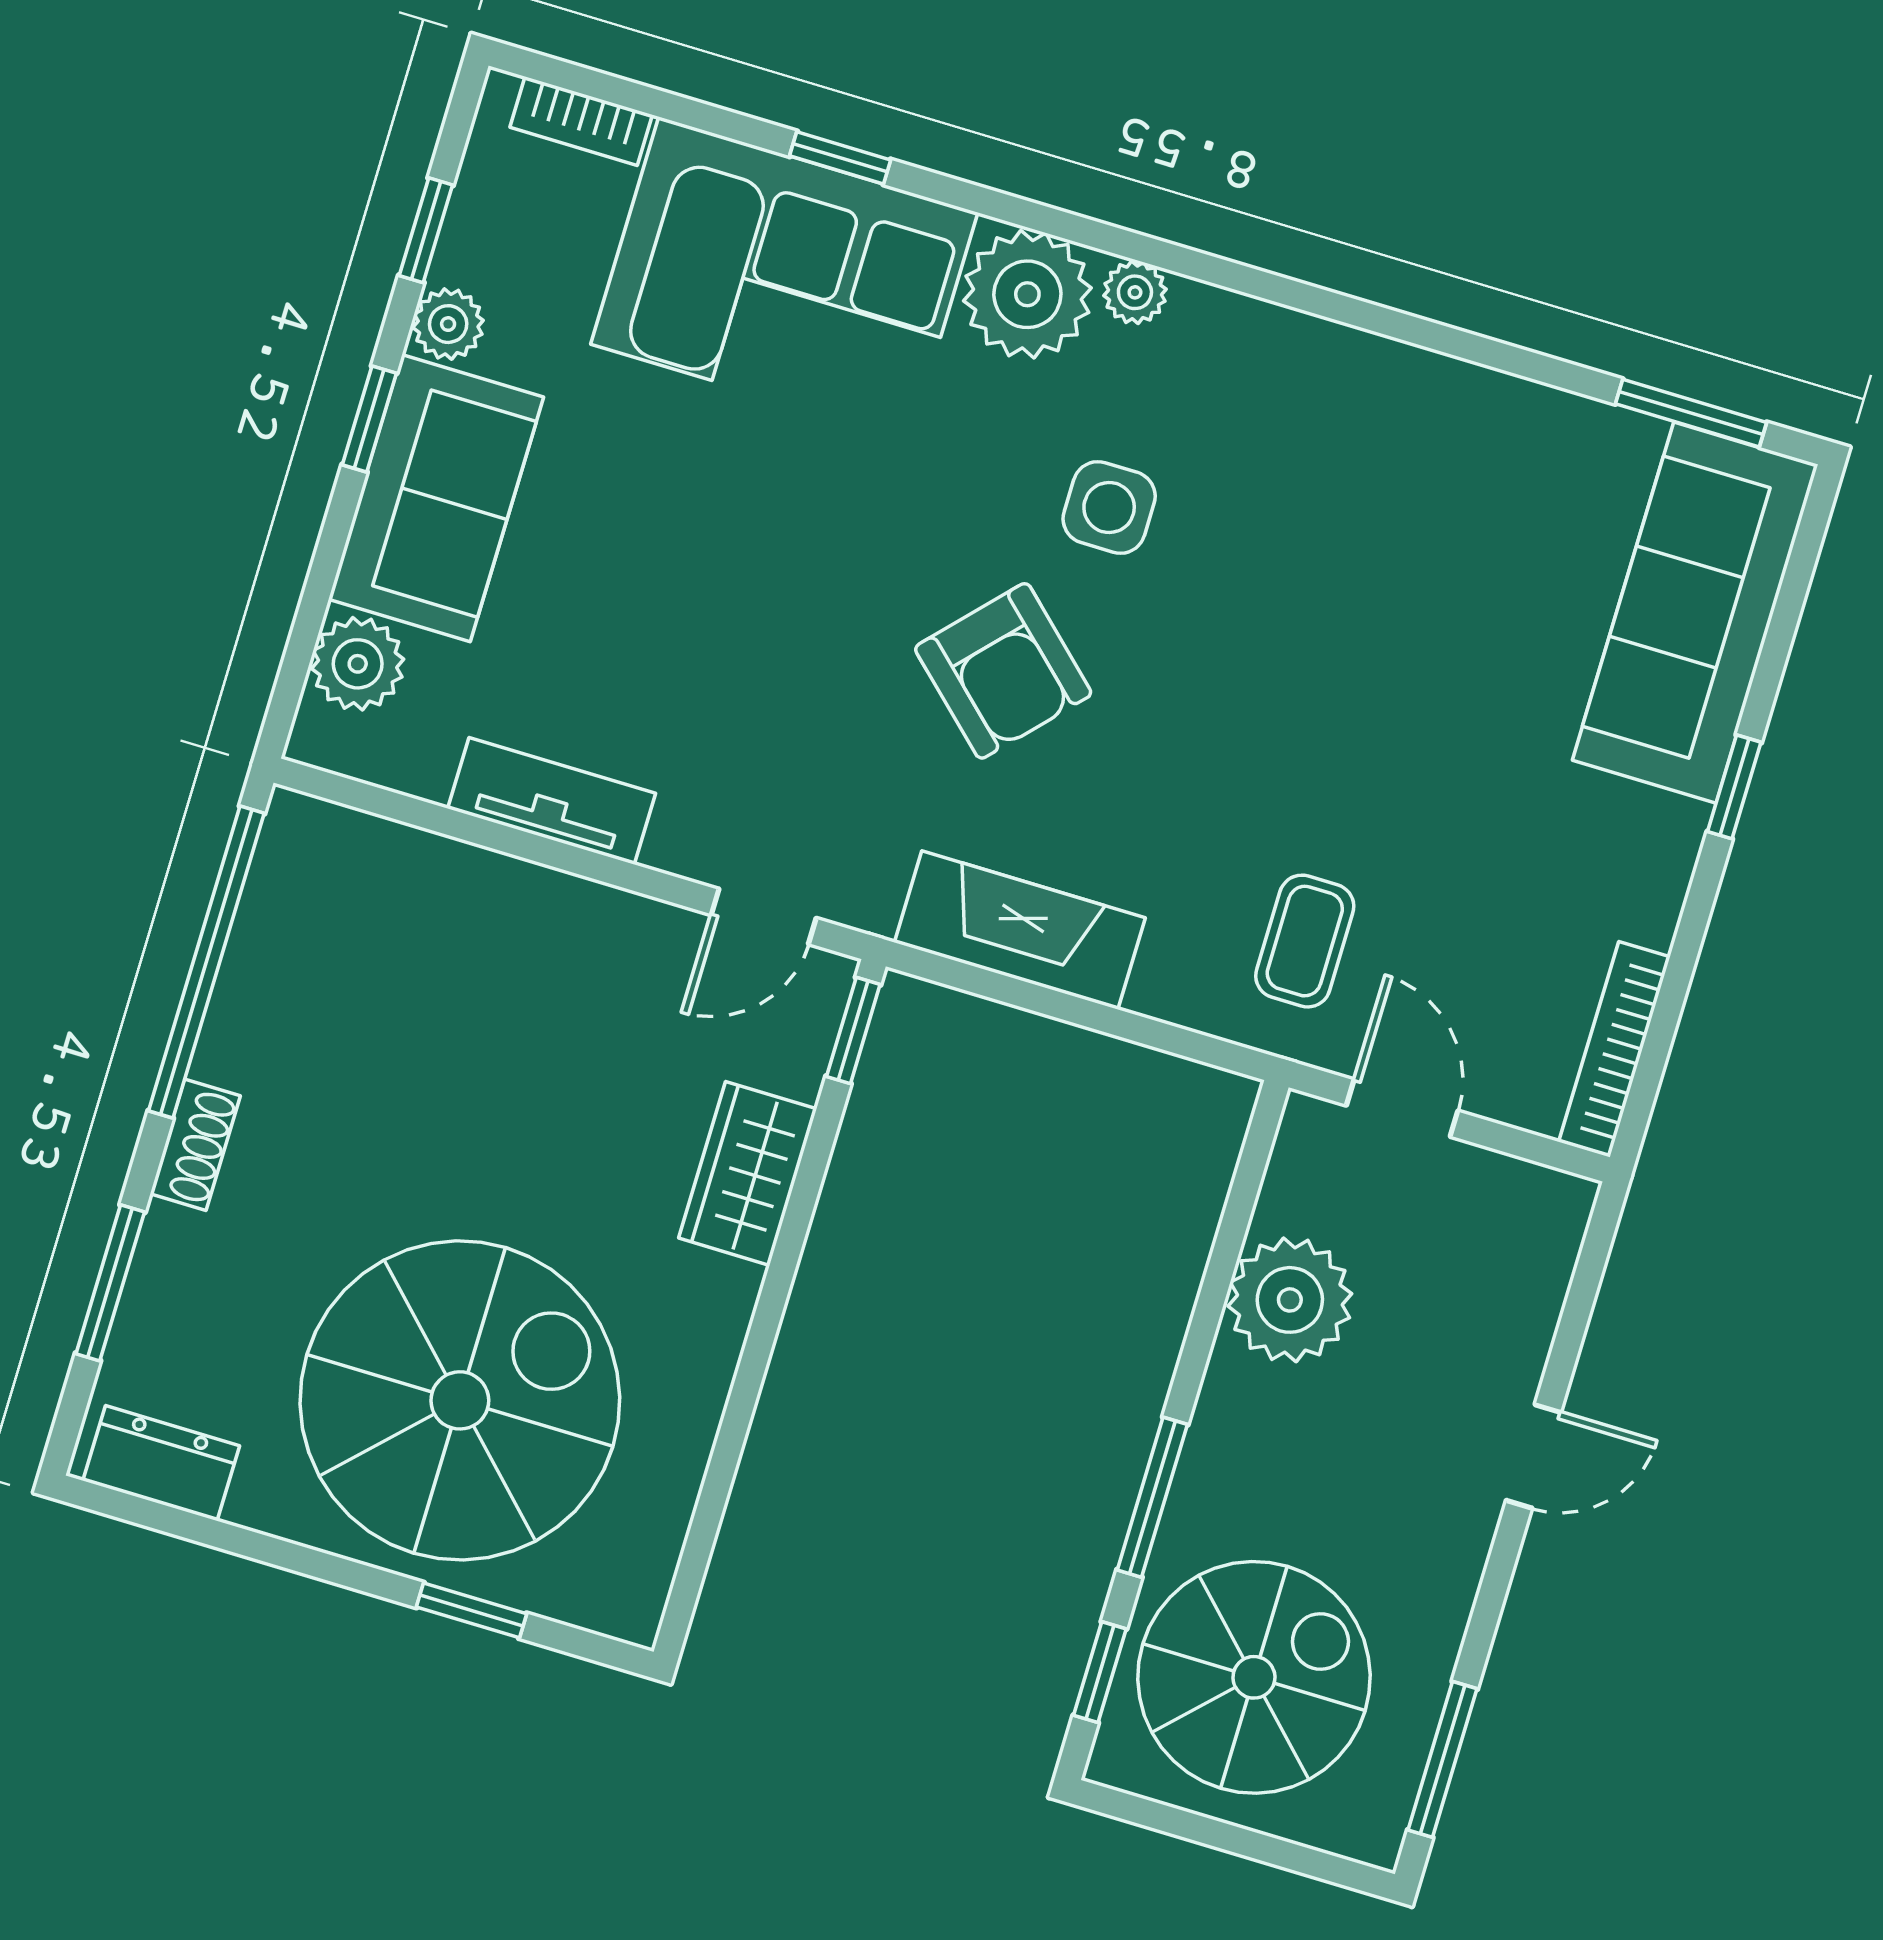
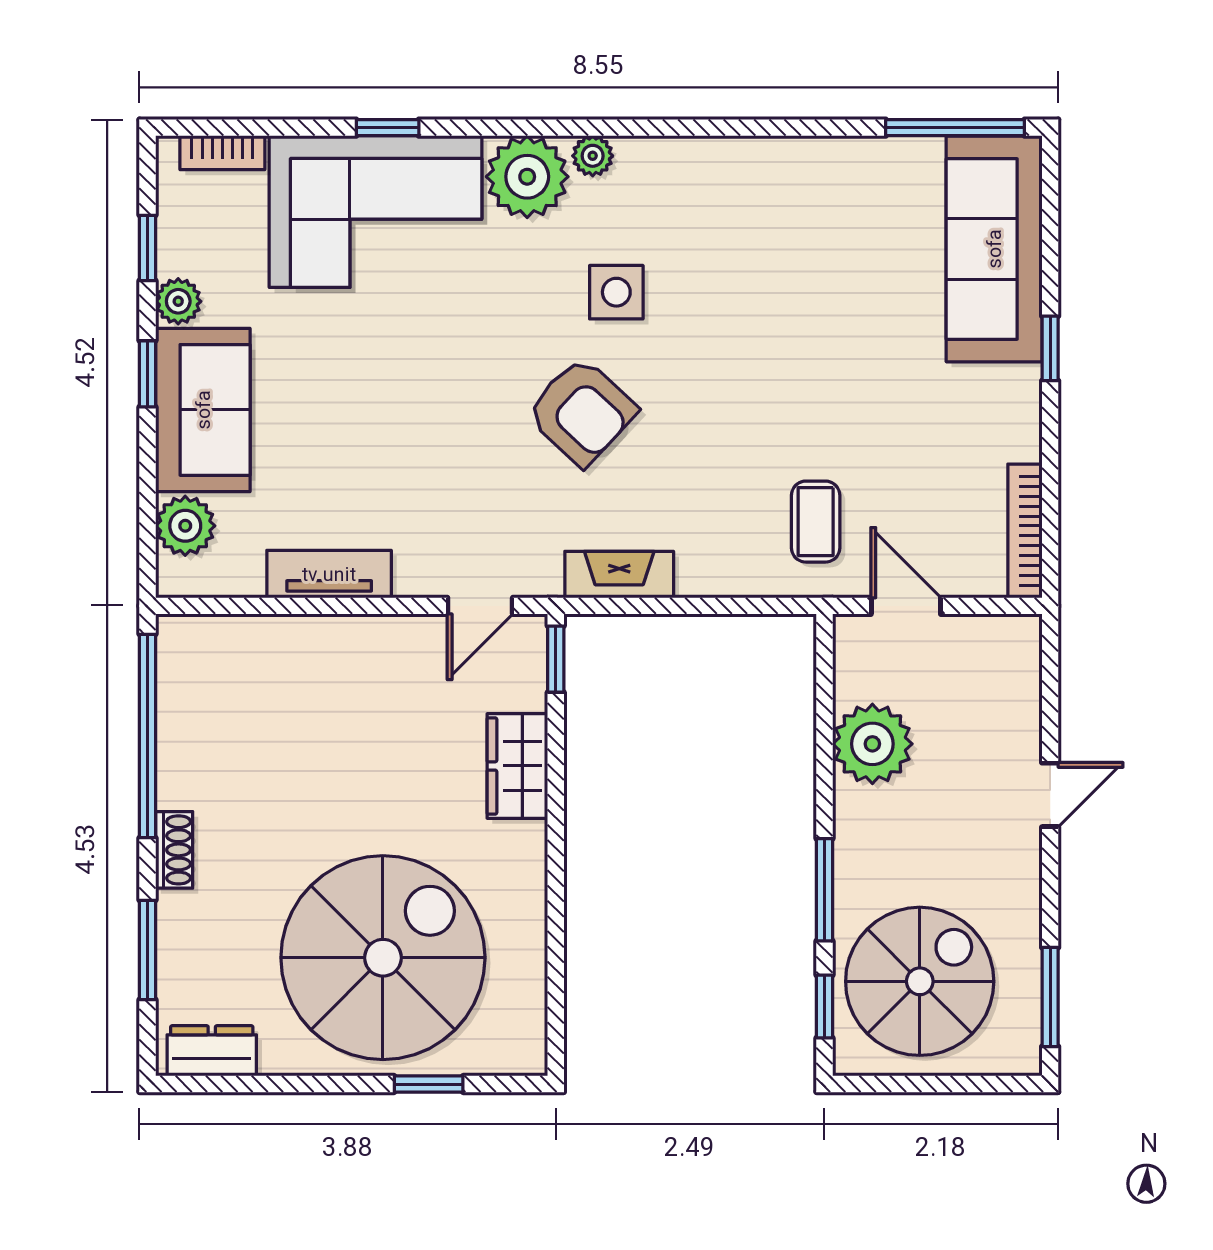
window: (1691, 413) -> (955, 128), width x1.44
fireplace: (1020, 930) -> (619, 575), width x0.73, depth x0.76

